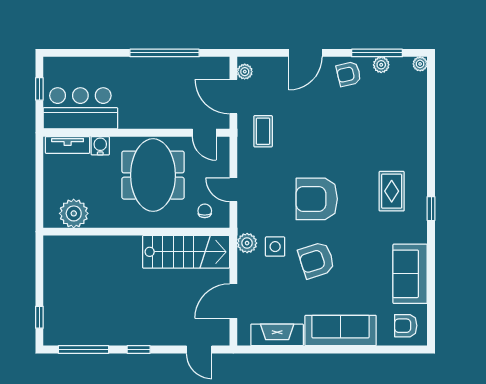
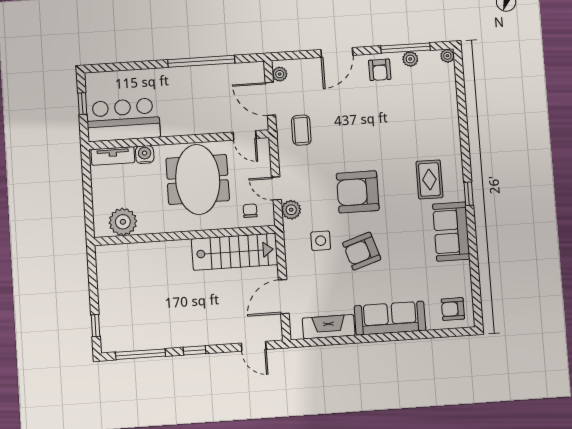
armchair: (349, 74) -> (380, 70), turned -77
plant: (247, 243) -> (291, 210), moved
sofa: (410, 274) -> (451, 232), moved

